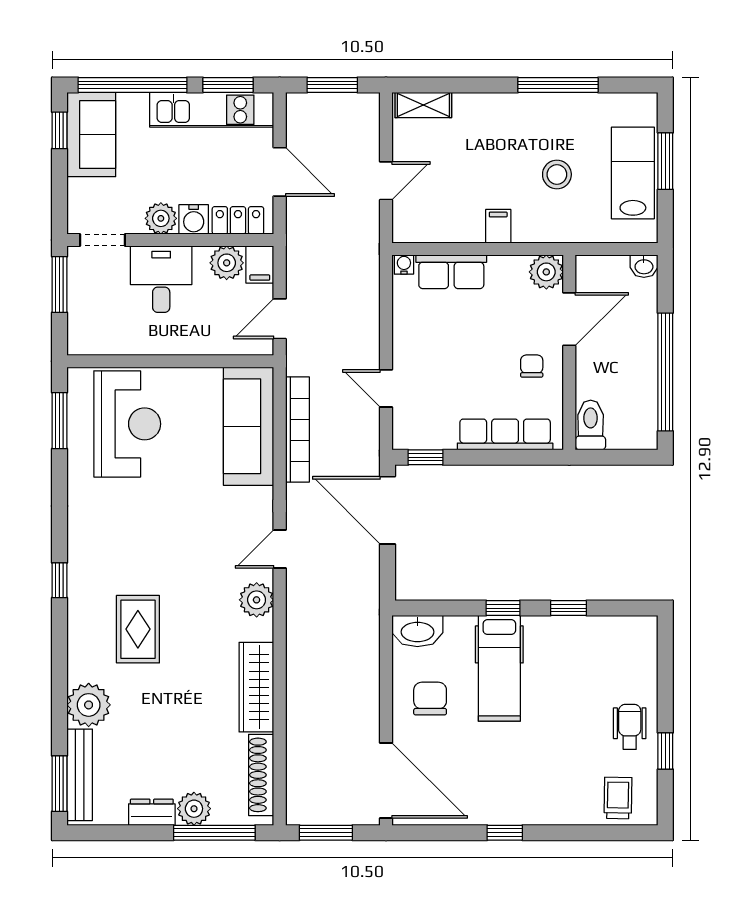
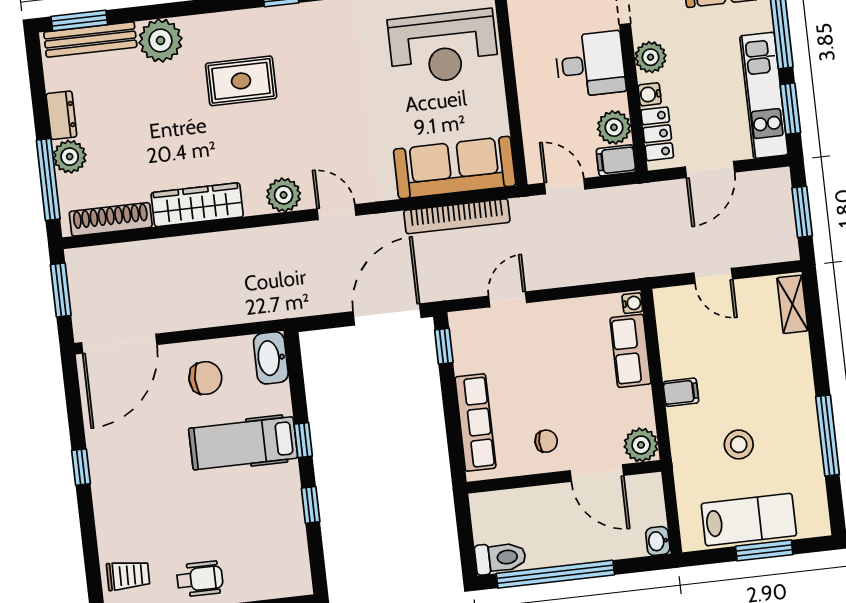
water cooler: (194, 219) -> (650, 94), width x0.72, depth x0.72
toilet: (591, 425) -> (500, 558), moved

